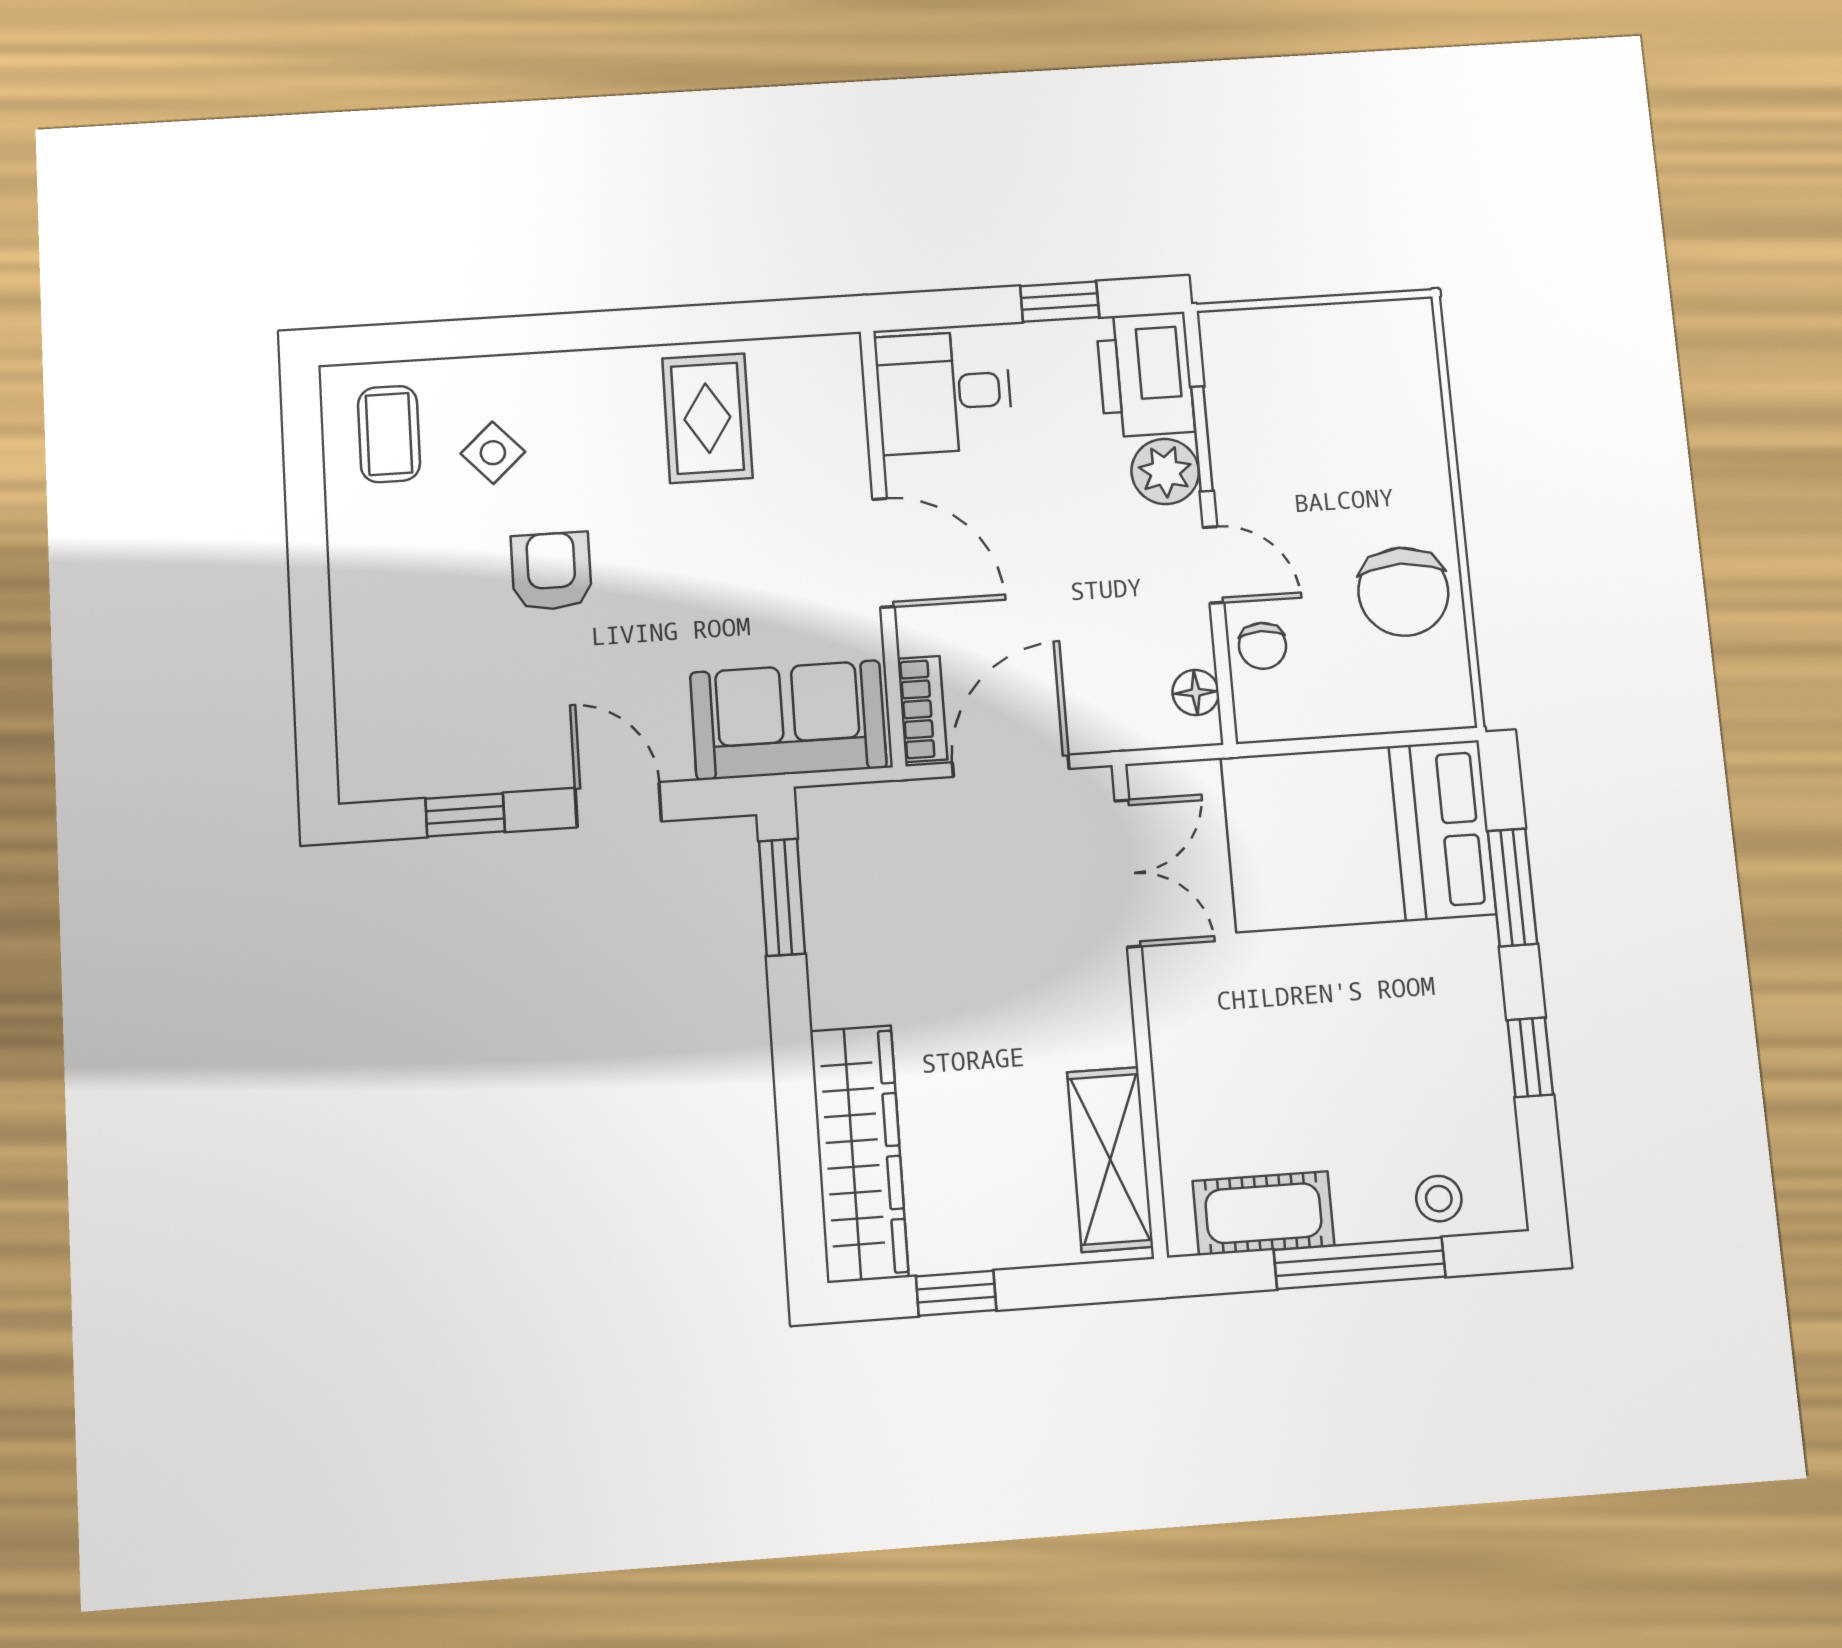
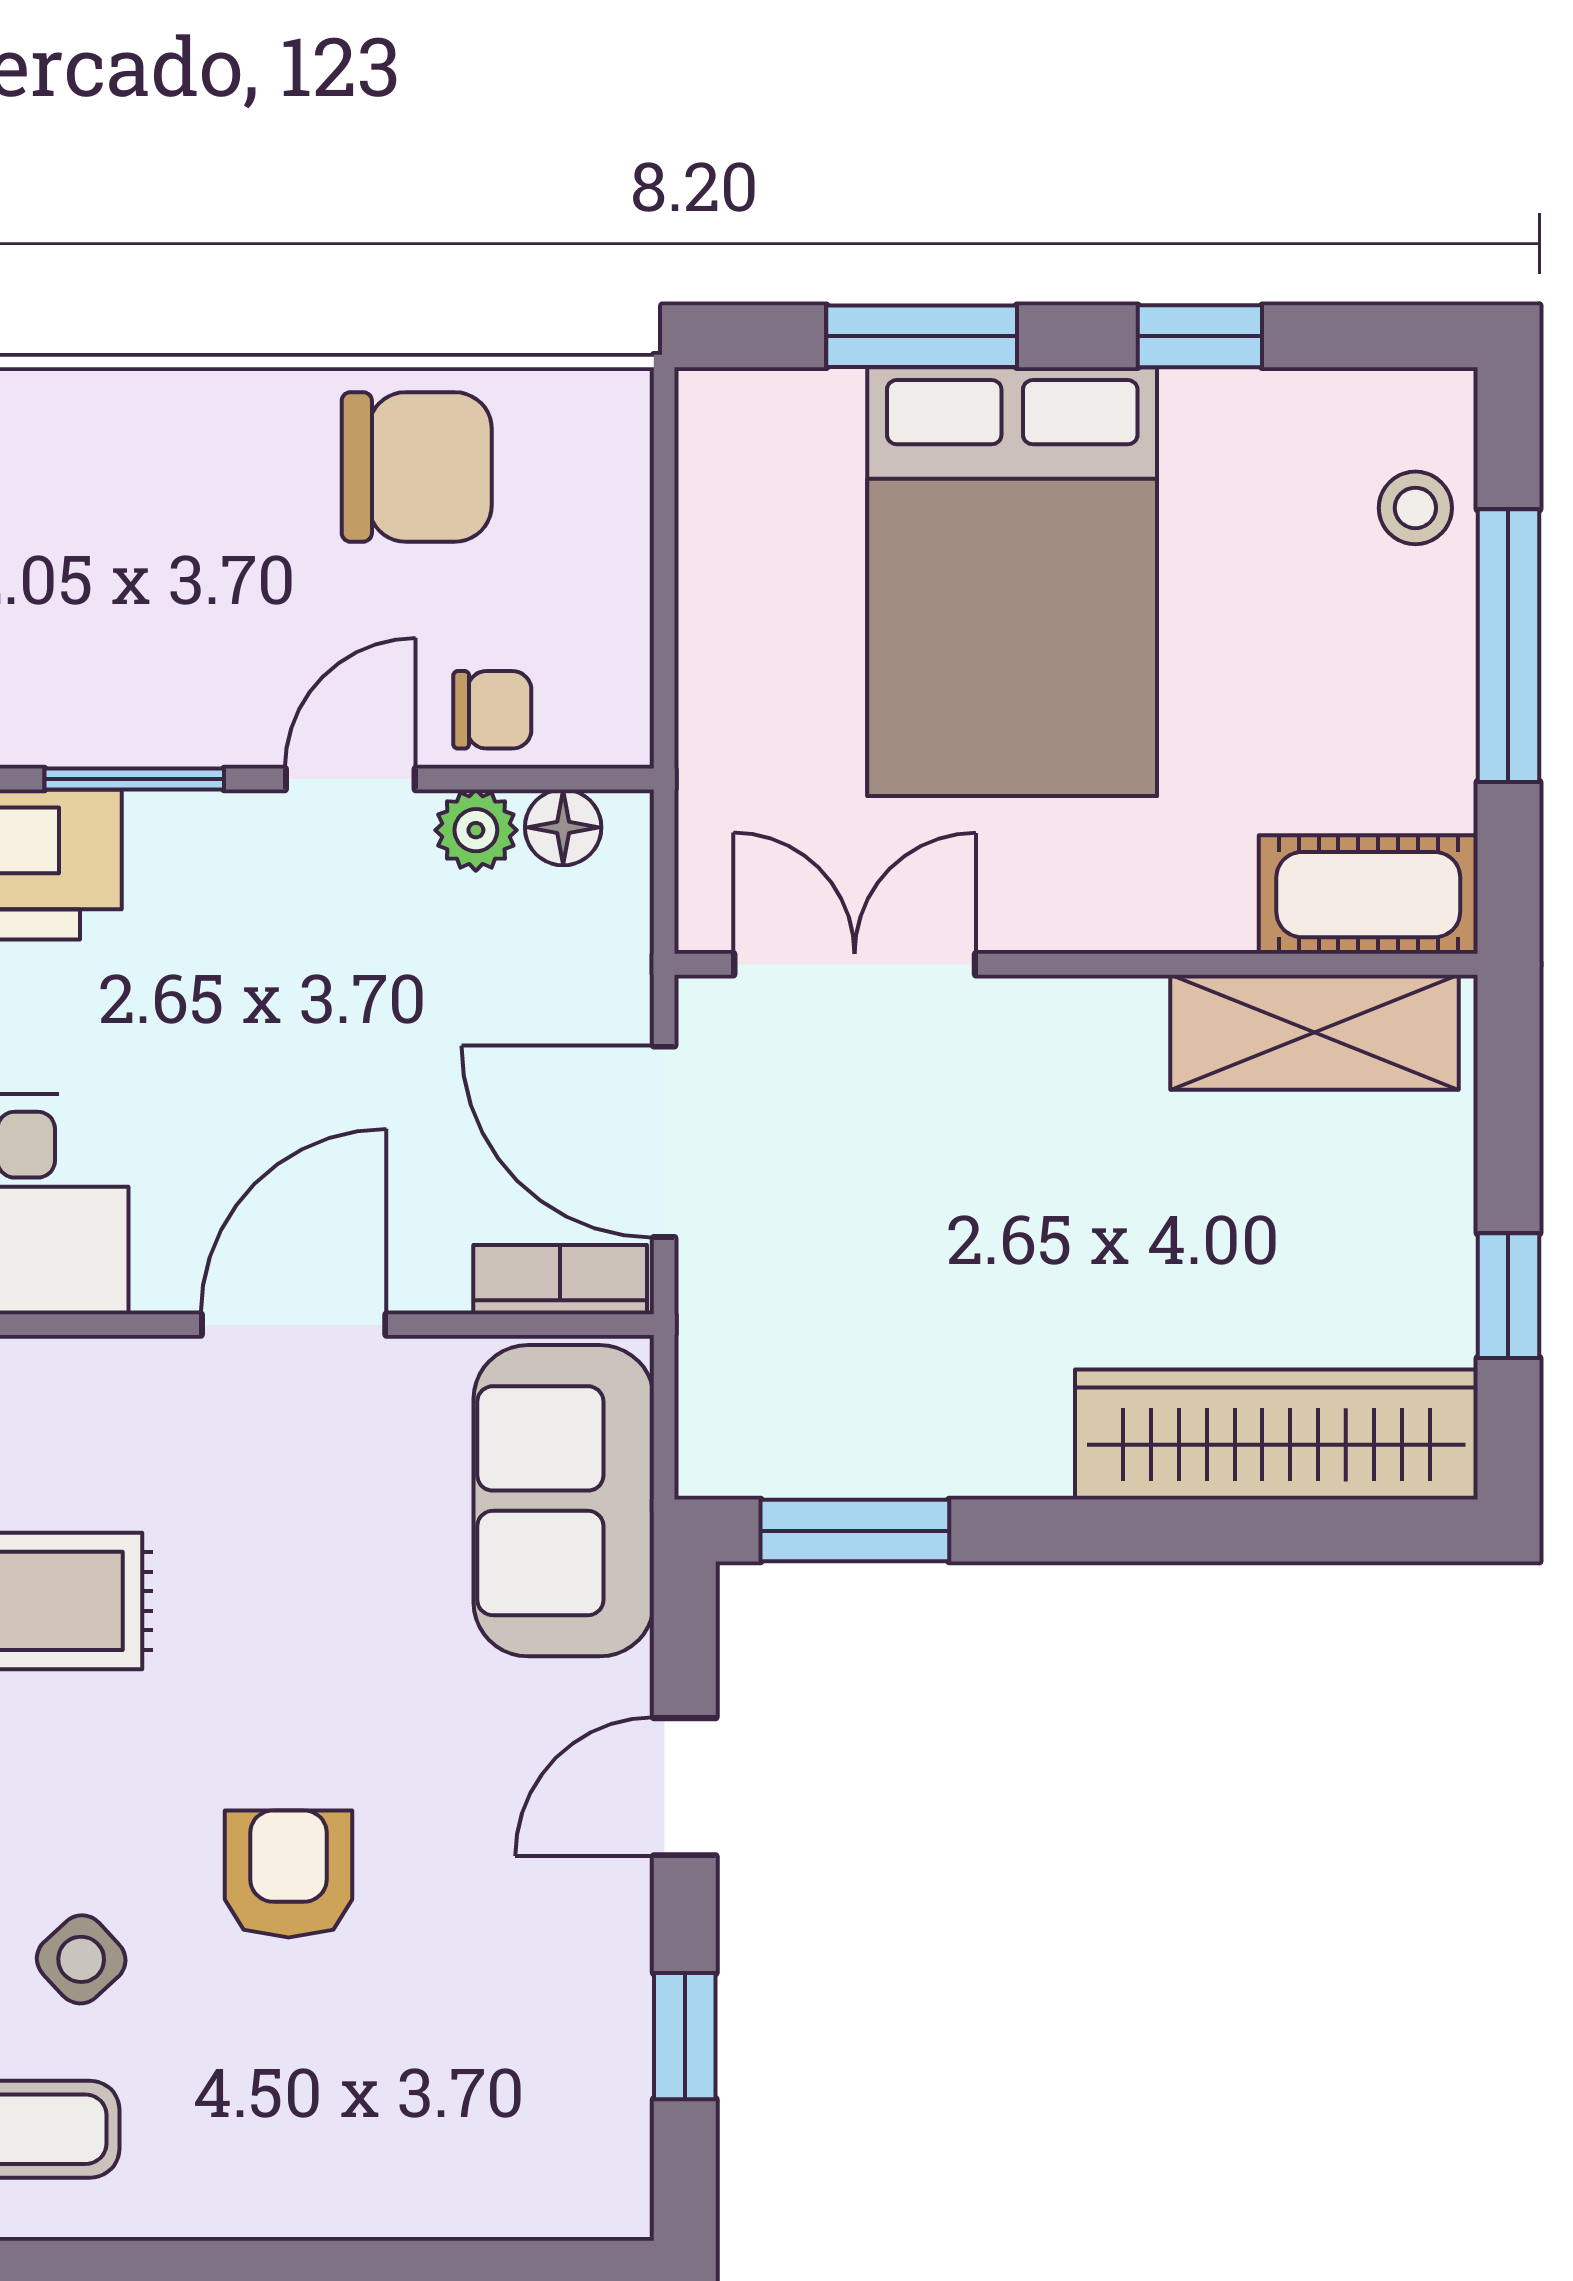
plant: (1165, 471) -> (476, 830), moved, width x0.73, depth x0.73
armchair: (551, 571) -> (289, 1874), turned 90
bed: (1358, 836) -> (1012, 582), moved
cot: (1263, 1213) -> (1368, 895), moved, turned 90

